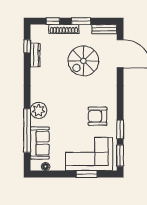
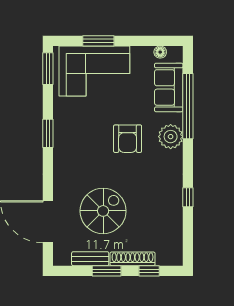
bench: (104, 29) -> (90, 259), moved
window: (27, 46) -> (188, 197), moved
dresser: (35, 55) -> (176, 220), removed
armchair: (98, 116) -> (128, 139), moved, turned 90
window: (120, 130) -> (48, 133), moved

